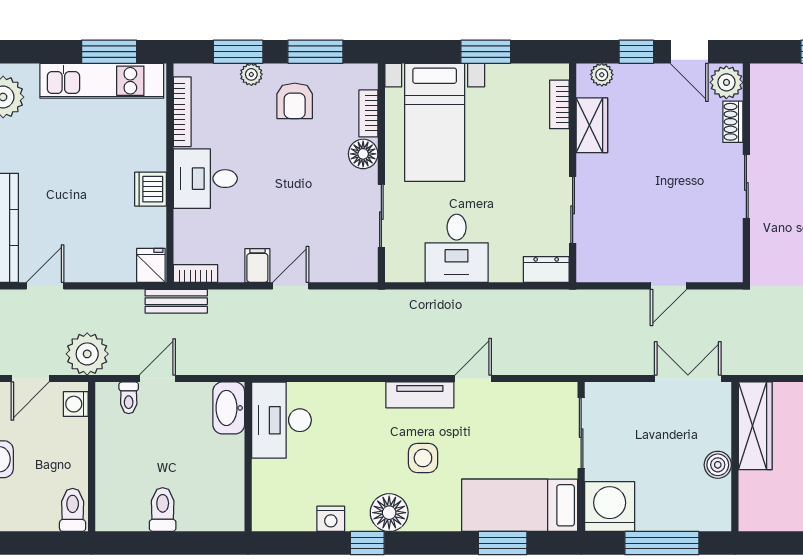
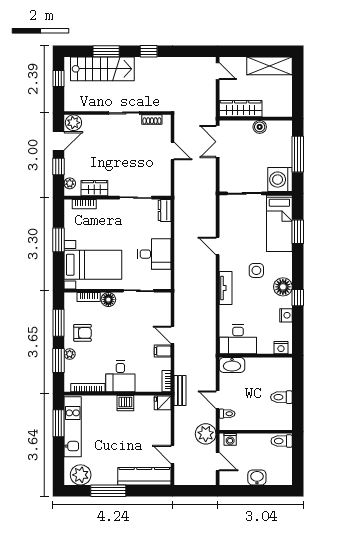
shoe rack: (733, 122) -> (152, 120), moved
tv unit: (420, 395) -> (226, 288), moved
nightstand: (264, 509) -> (281, 348), added

